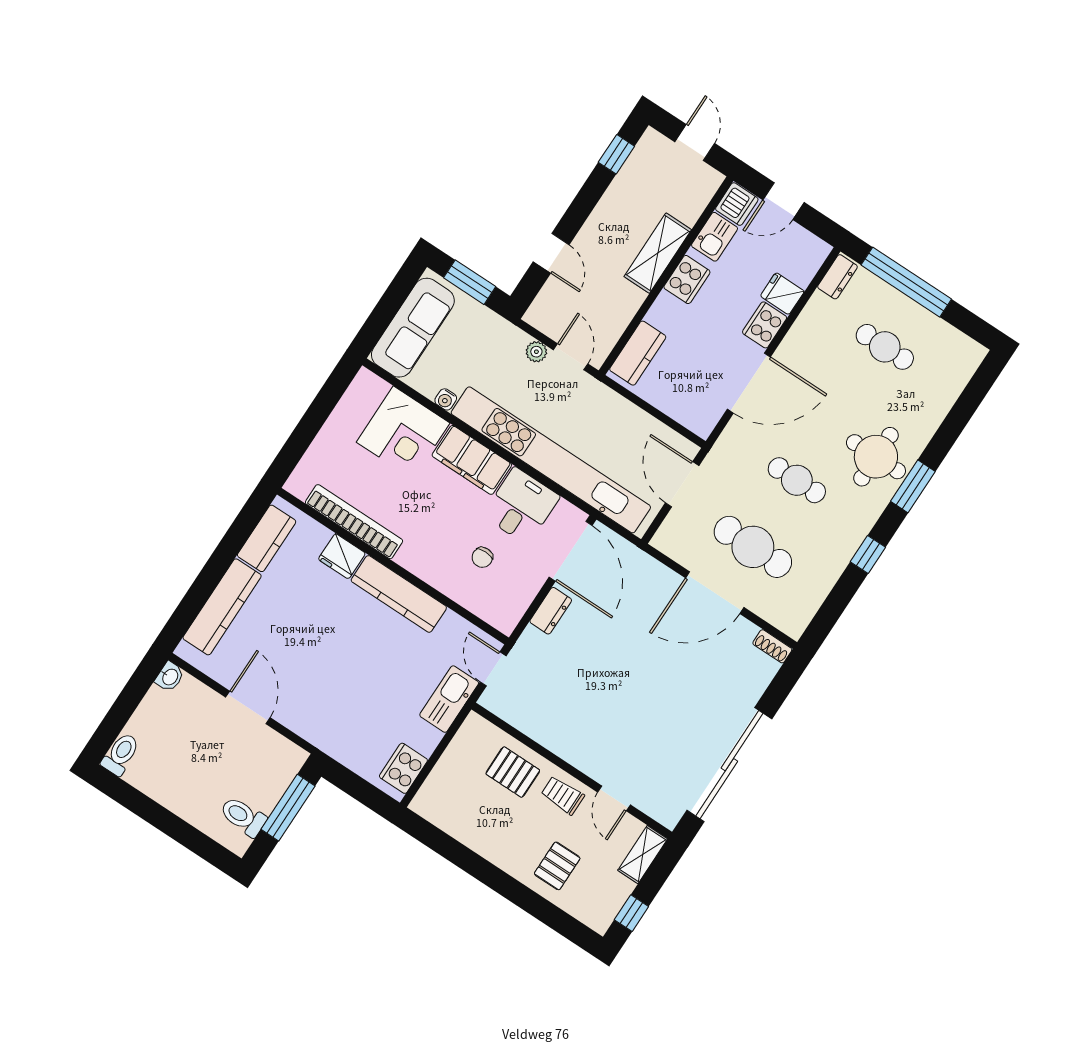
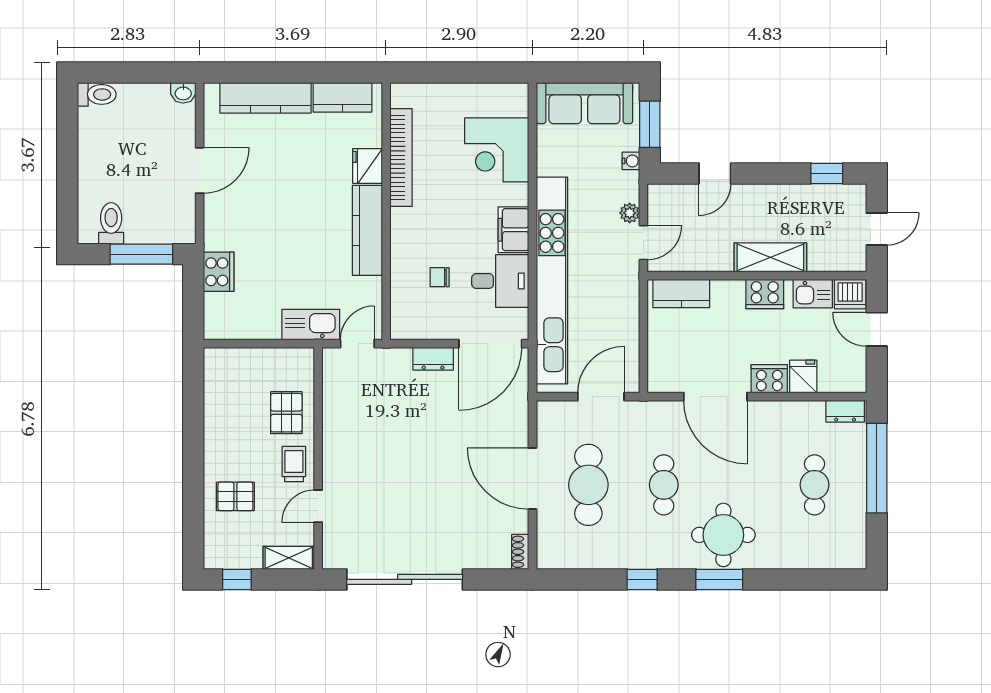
water cooler: (446, 399) -> (631, 161), moved, turned 180
filing cabinet: (472, 460) -> (513, 230), width x0.67, depth x0.86
cooker: (403, 768) -> (219, 272), moved, turned 90

